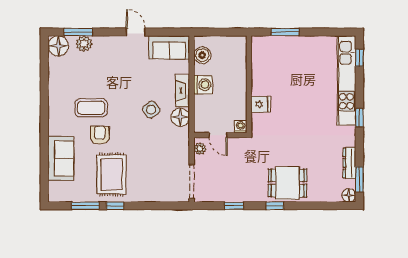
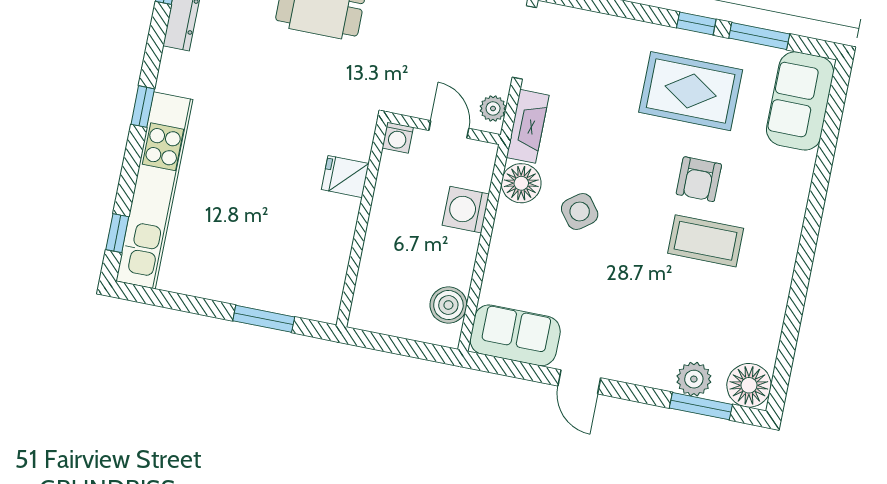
washing machine: (203, 85) -> (466, 210), moved
fireplace: (182, 91) -> (528, 126), moved
sofa: (61, 158) -> (800, 101), moved
rug: (112, 175) -> (691, 91), turned 90

